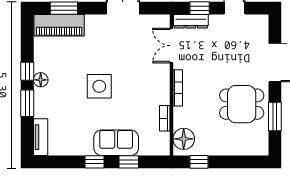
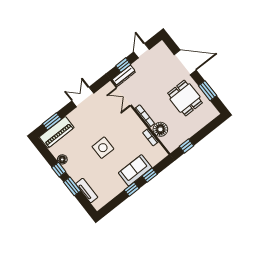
floor lamp: (41, 80) -> (62, 159), moved
dining table: (242, 104) -> (185, 98), turned 90
tv unit: (41, 137) -> (87, 190), moved
floor lamp: (184, 139) -> (160, 129), moved

